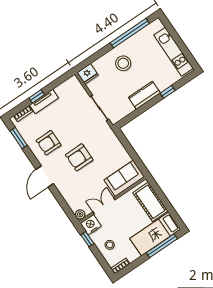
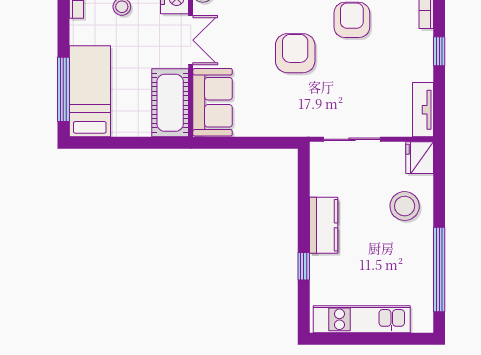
stool: (123, 63) -> (405, 206), moved
tv unit: (44, 101) -> (423, 110), moved
cot: (150, 202) -> (170, 103), moved, turned 90

